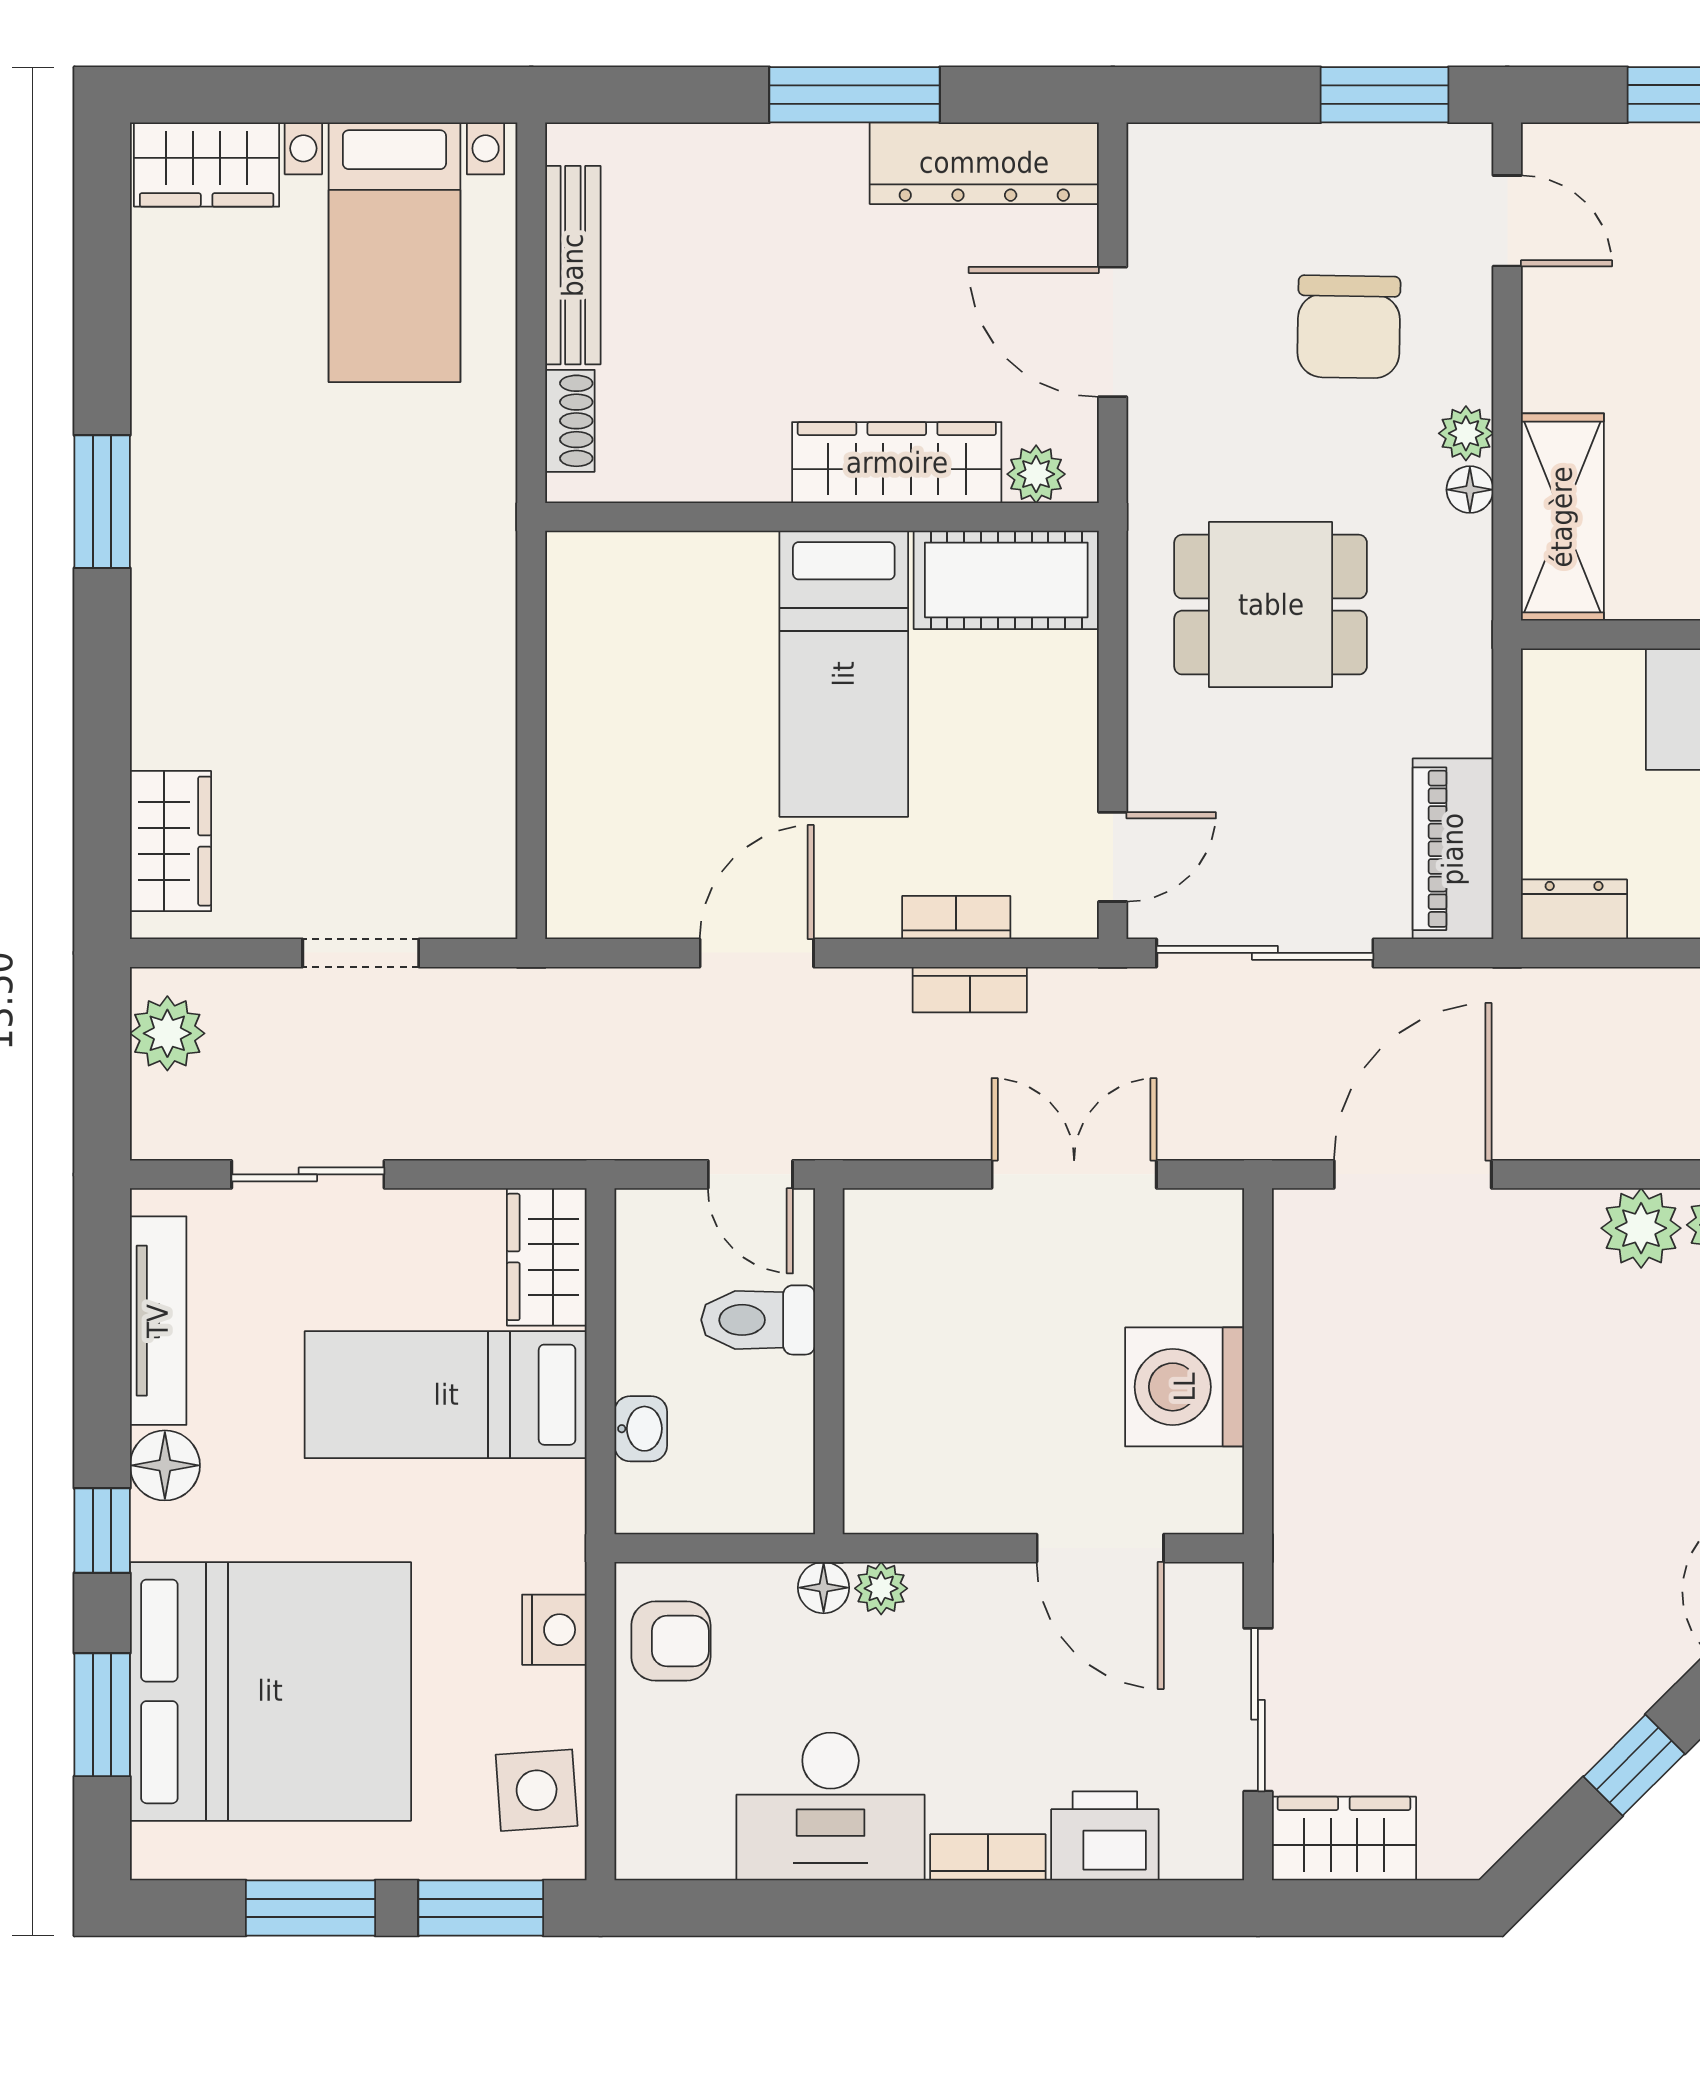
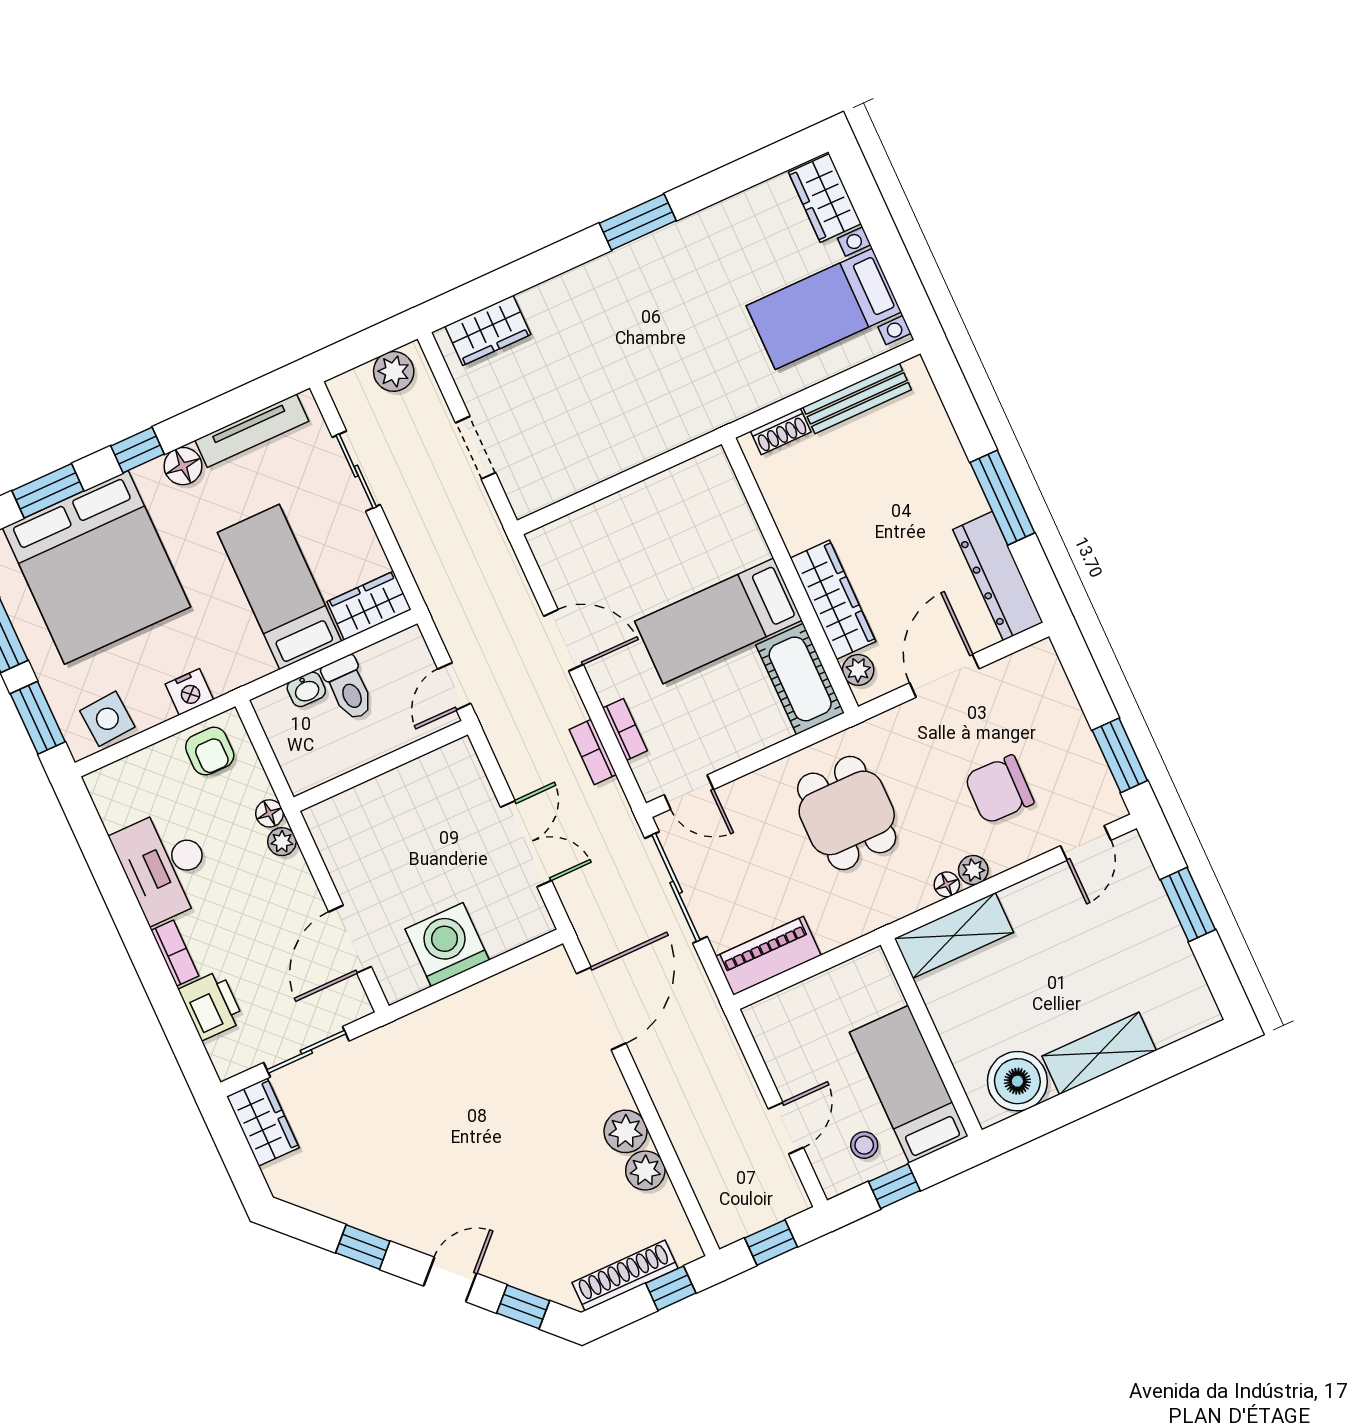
dresser: (1574, 909) -> (766, 1028), removed
door: (1413, 1174) -> (601, 1008), hinge flipped
toilet: (758, 1320) -> (348, 688), moved, turned 180

